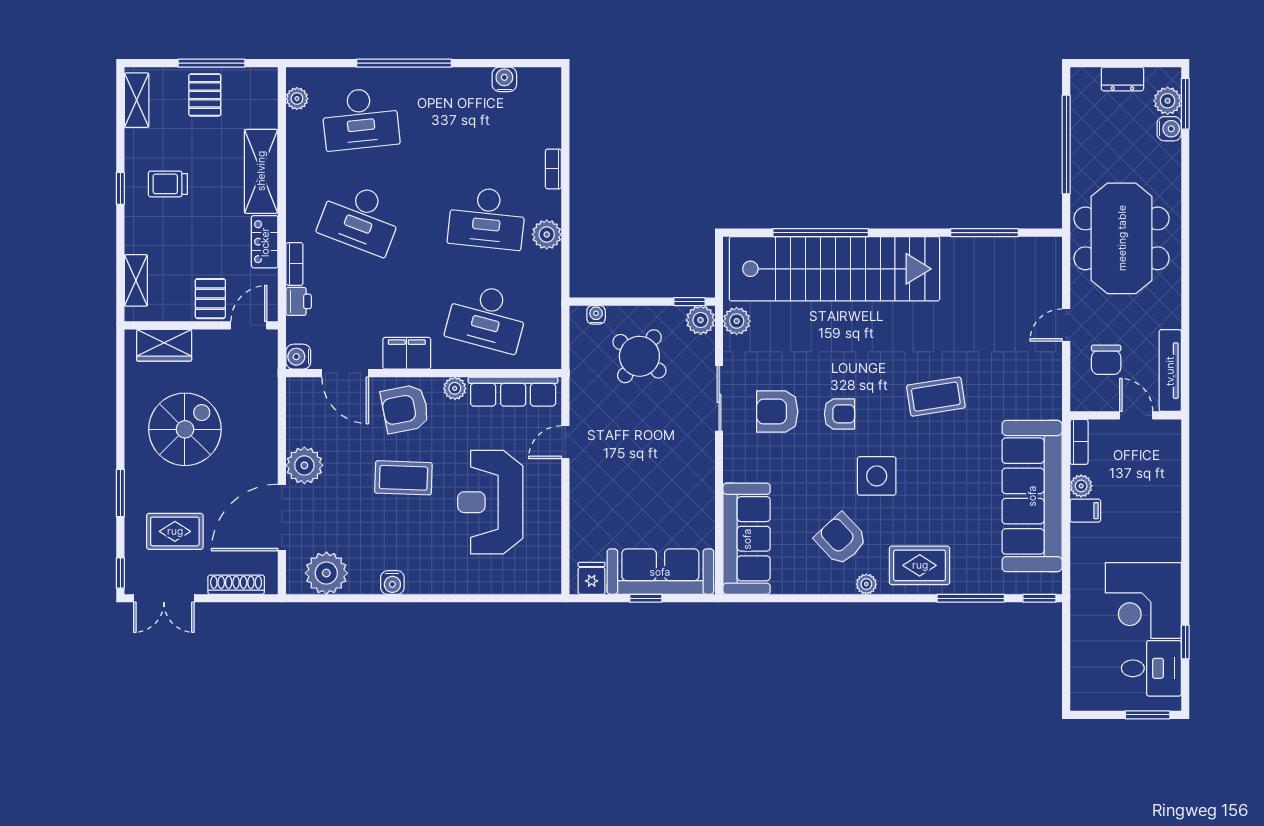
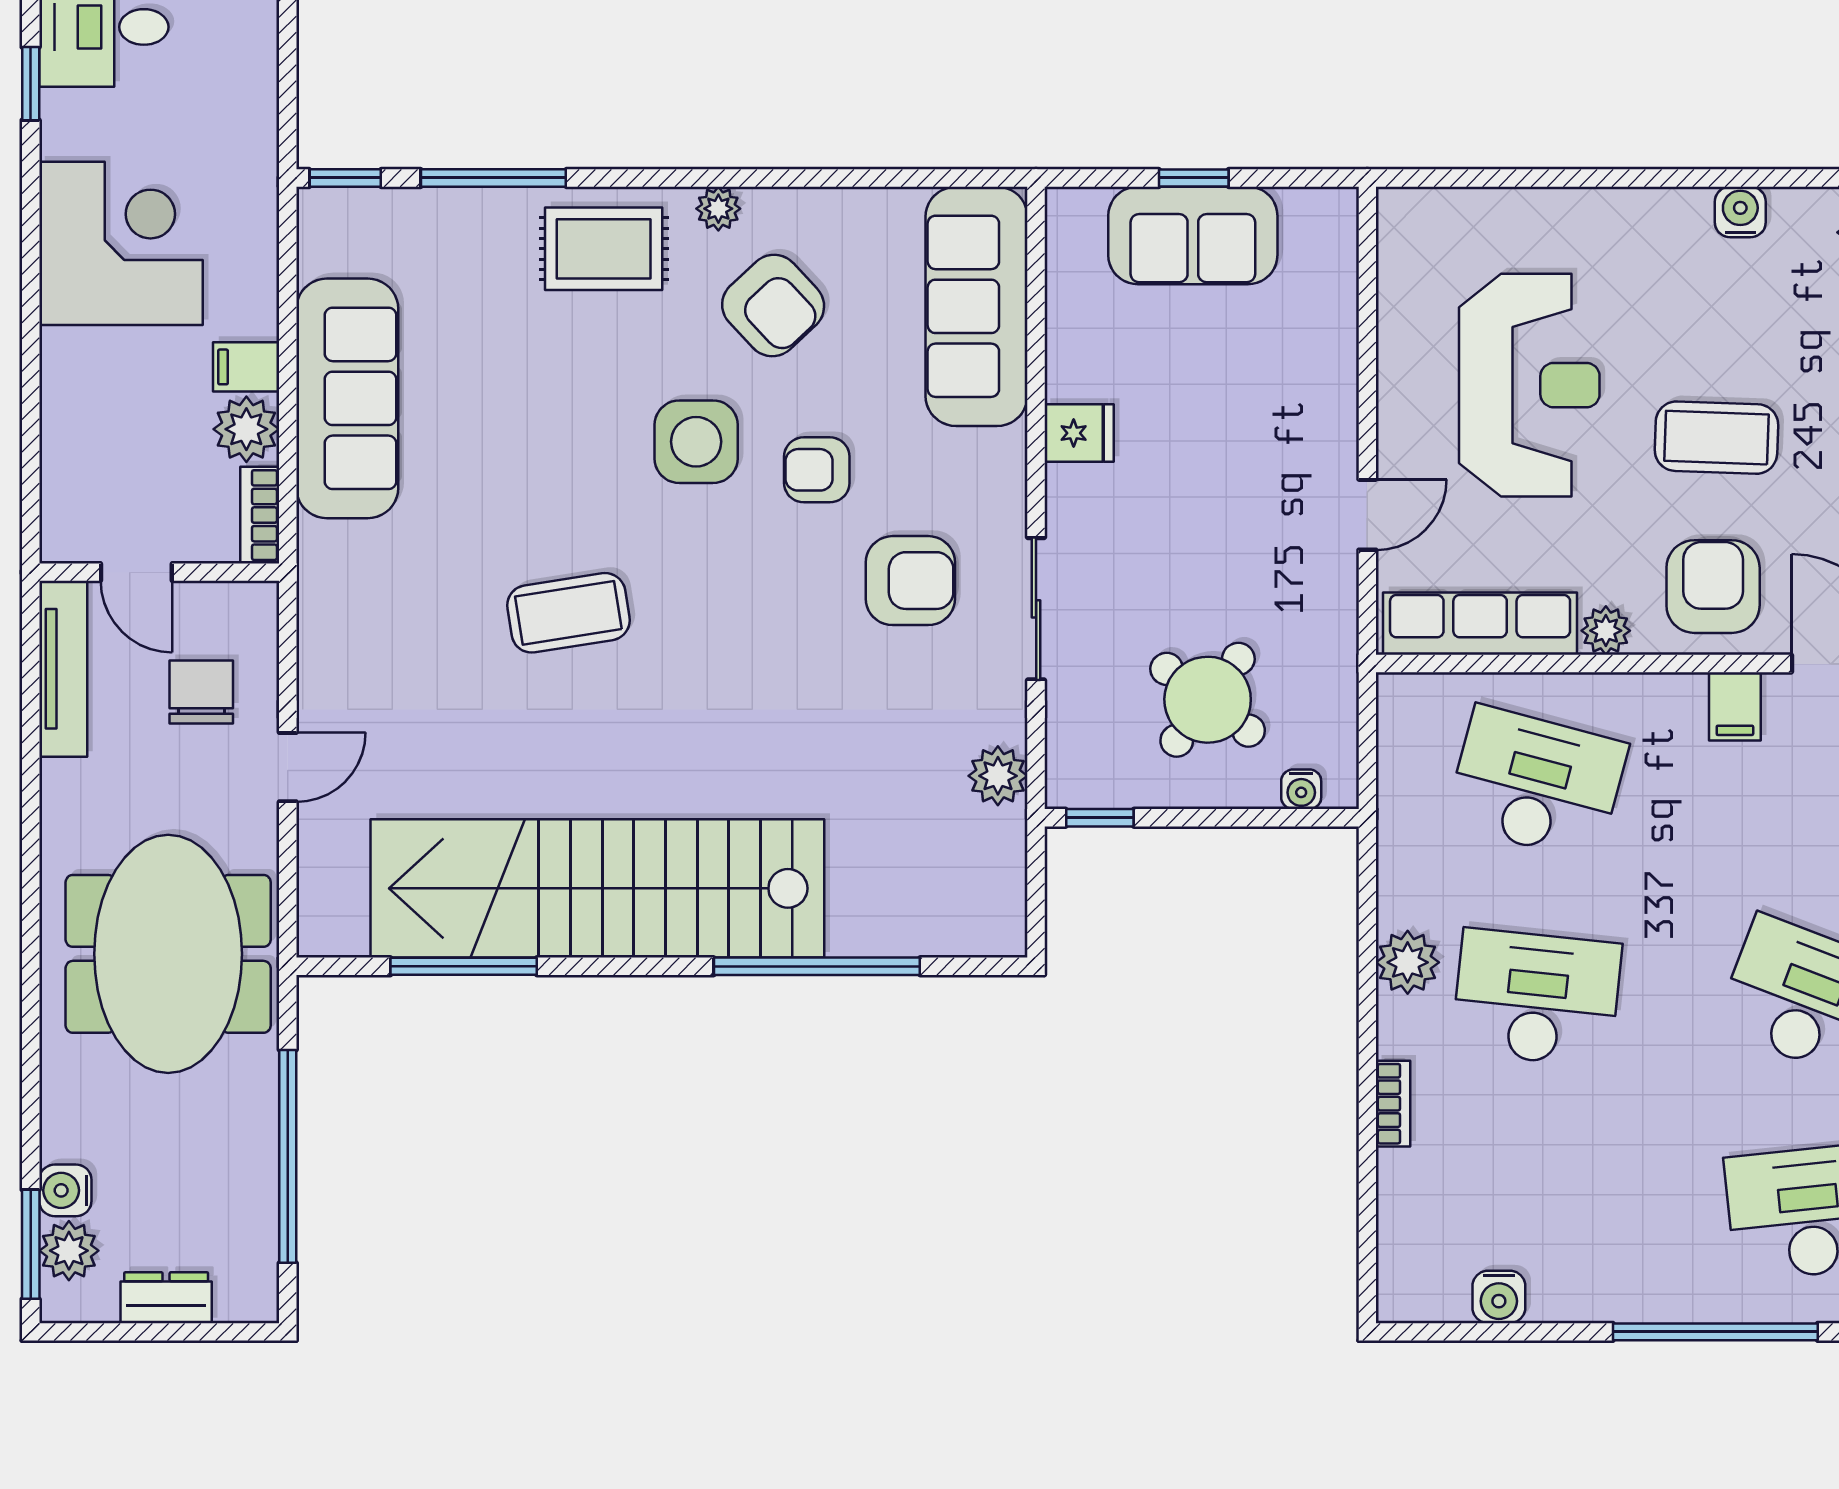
stairs: (835, 269) -> (597, 888), moved
plant: (701, 320) -> (1076, 778), removed
filing cabinet: (407, 353) -> (1735, 706), width x0.50
armchair: (405, 409) -> (1713, 587), turned -79
armchair: (839, 414) -> (817, 470), moved
plant: (1081, 486) -> (246, 429), width x1.38, depth x1.38
sofa: (1032, 496) -> (347, 398), width x0.74, depth x0.79
sofa: (660, 572) -> (1193, 235), width x0.73
fridge: (592, 578) -> (1079, 433), moved, turned -90
corner desk: (1143, 600) -> (121, 243), moved

